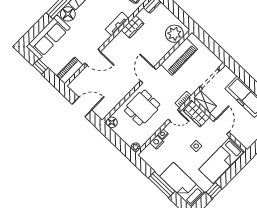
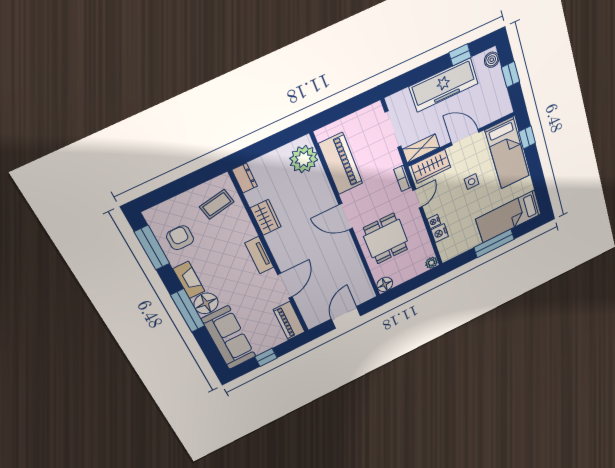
tv unit: (117, 24) -> (259, 255), moved
window: (214, 190) -> (527, 137), moved

